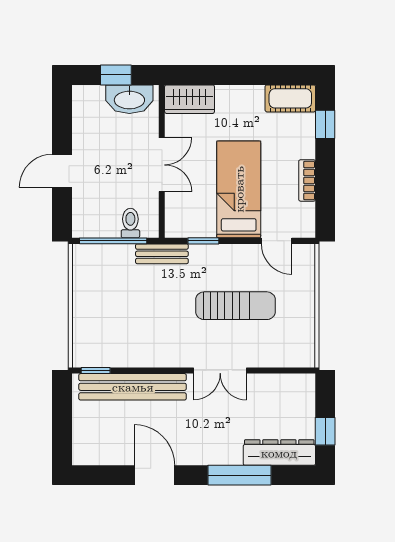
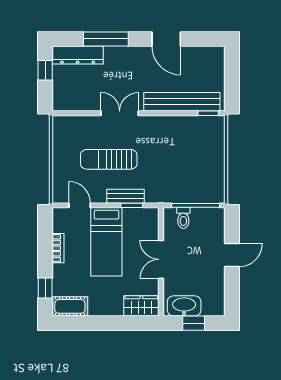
bench: (162, 254) -> (125, 196), moved

